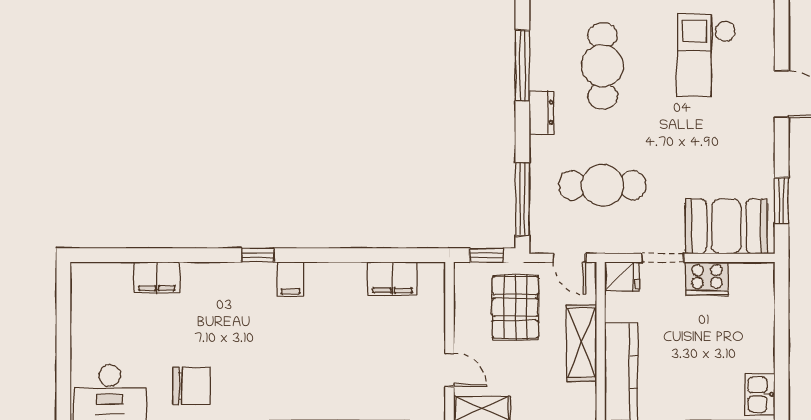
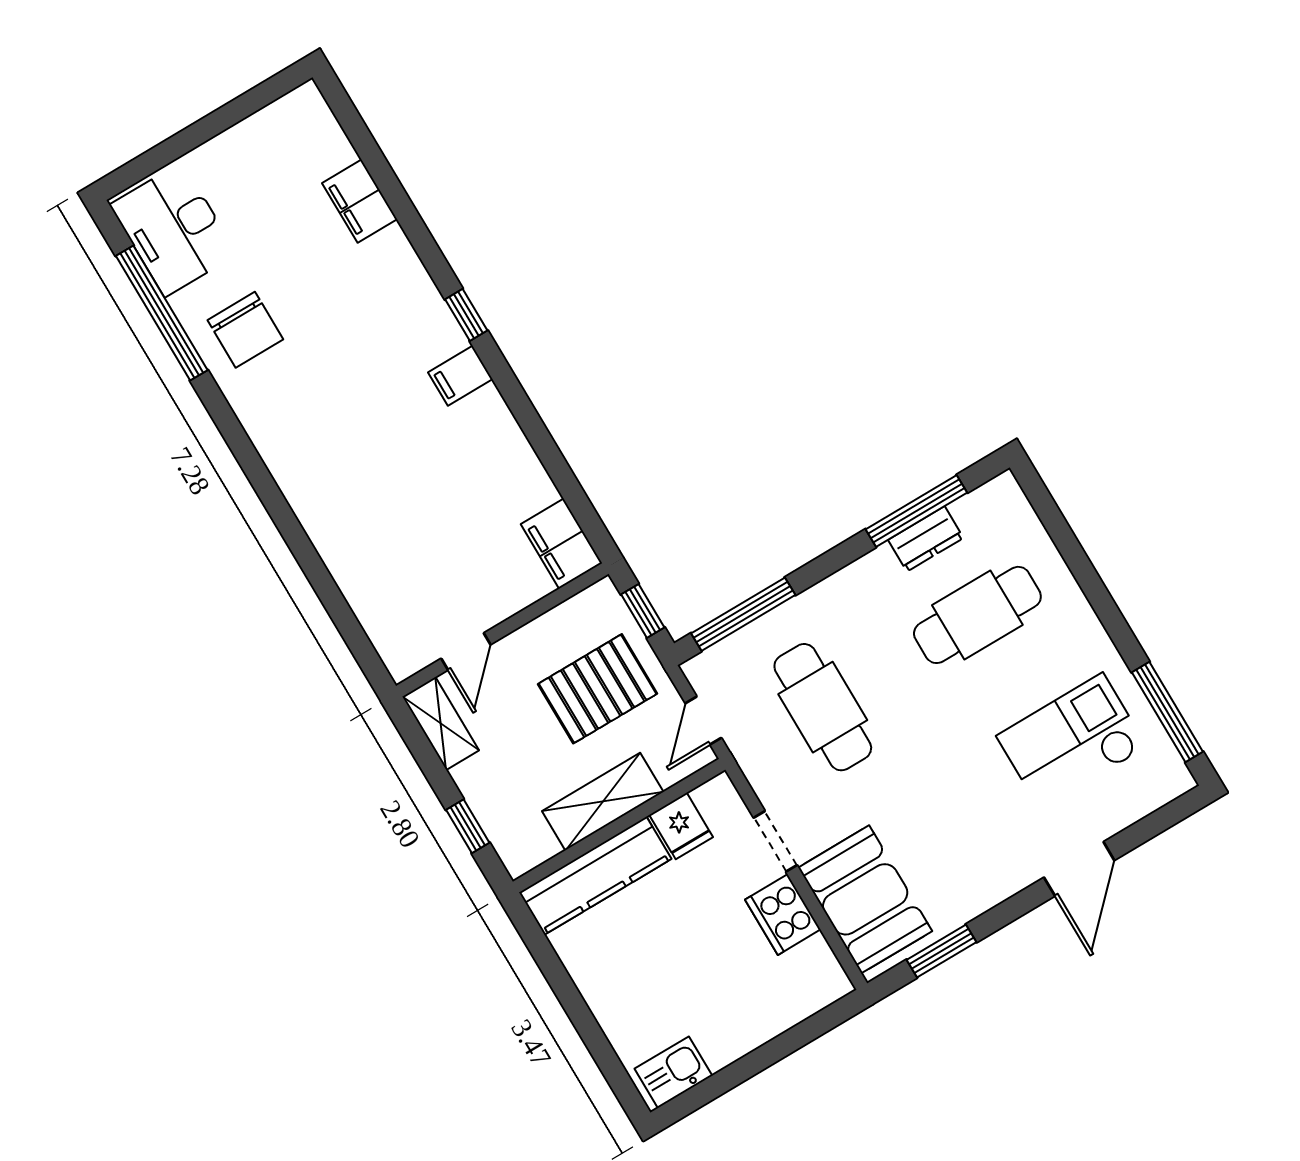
dresser: (541, 112) -> (926, 539), moved
fridge: (622, 276) -> (681, 826), moved
filing cabinet: (393, 279) -> (561, 544), moved

